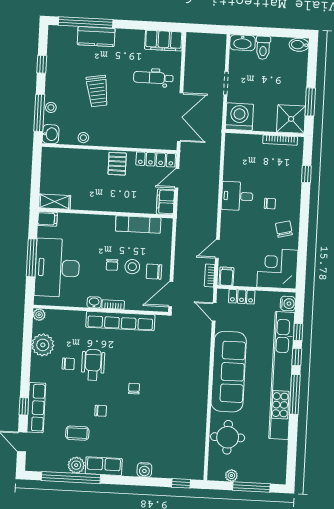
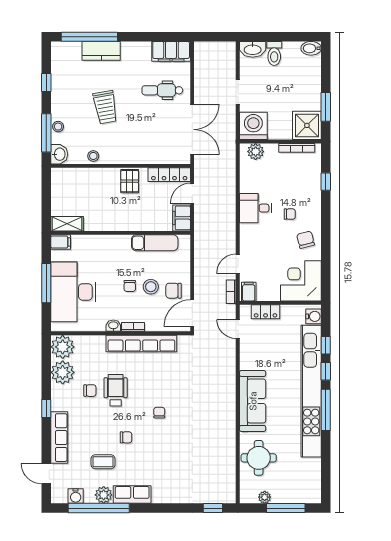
plant: (240, 142) -> (256, 152), added
plant: (39, 315) -> (63, 347), width x1.88, depth x1.88
sofa: (229, 372) -> (253, 401), width x0.74, depth x0.79
window: (24, 406) -> (46, 409), moved
water cooler: (144, 470) -> (76, 496), moved

